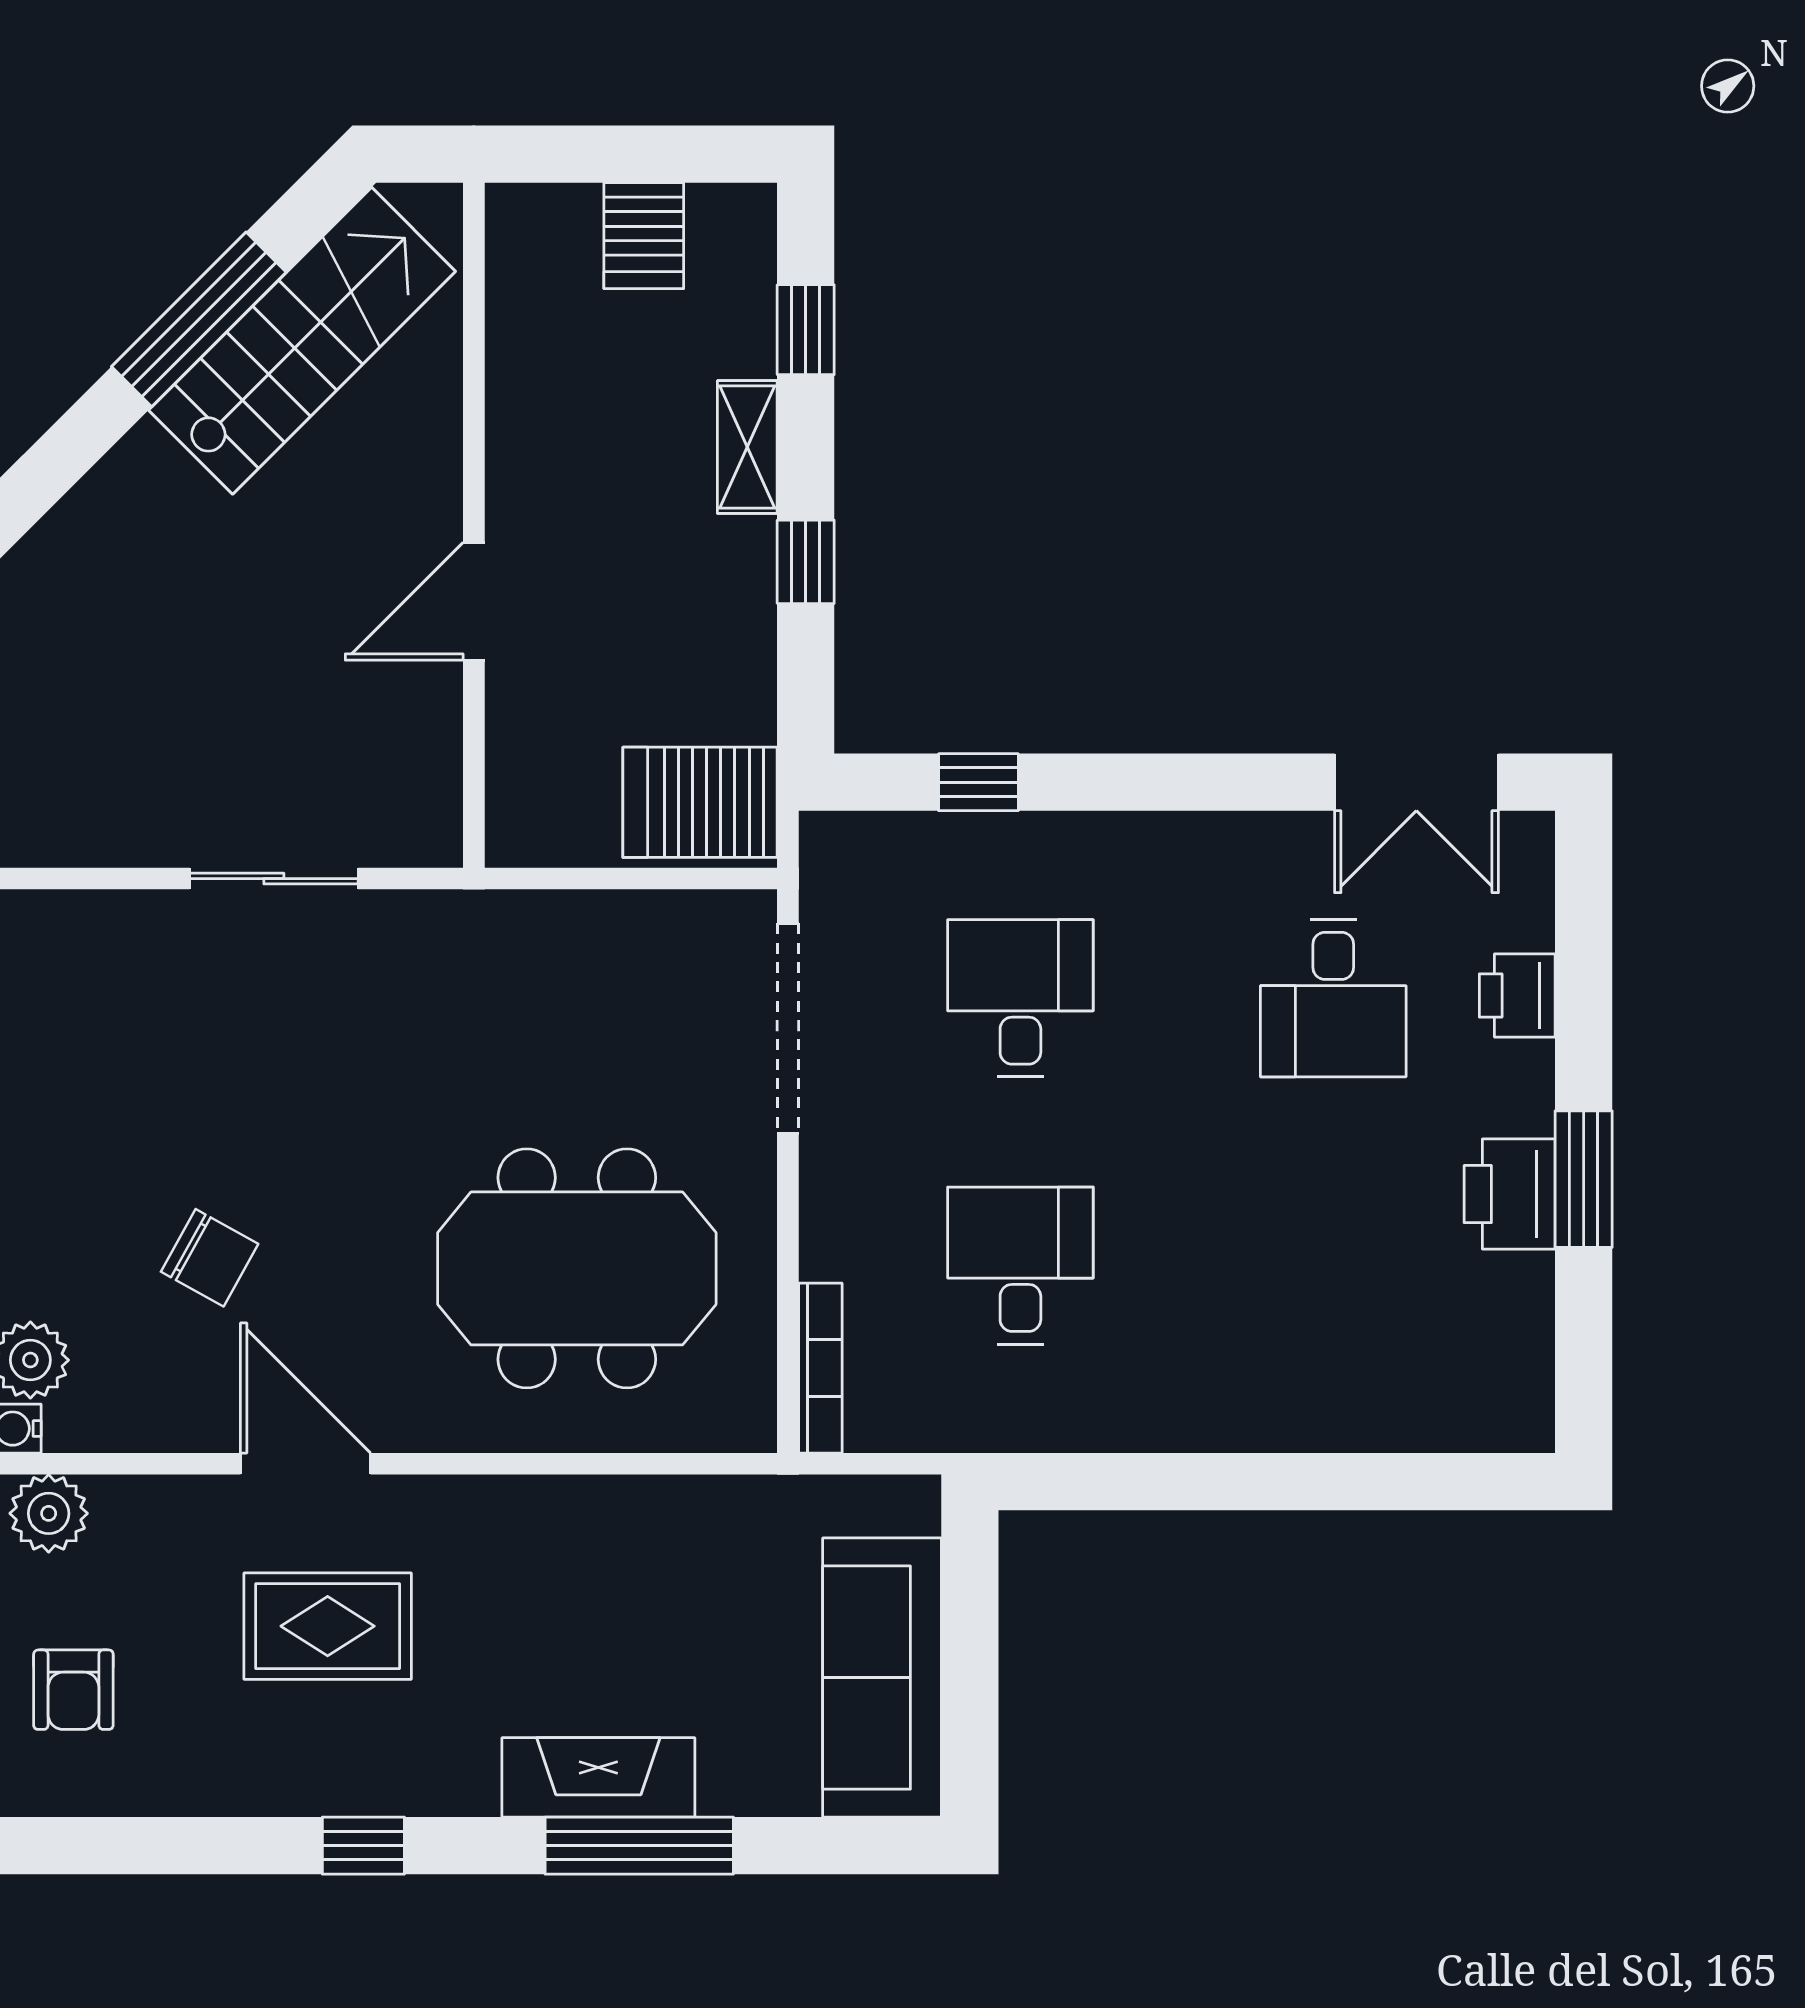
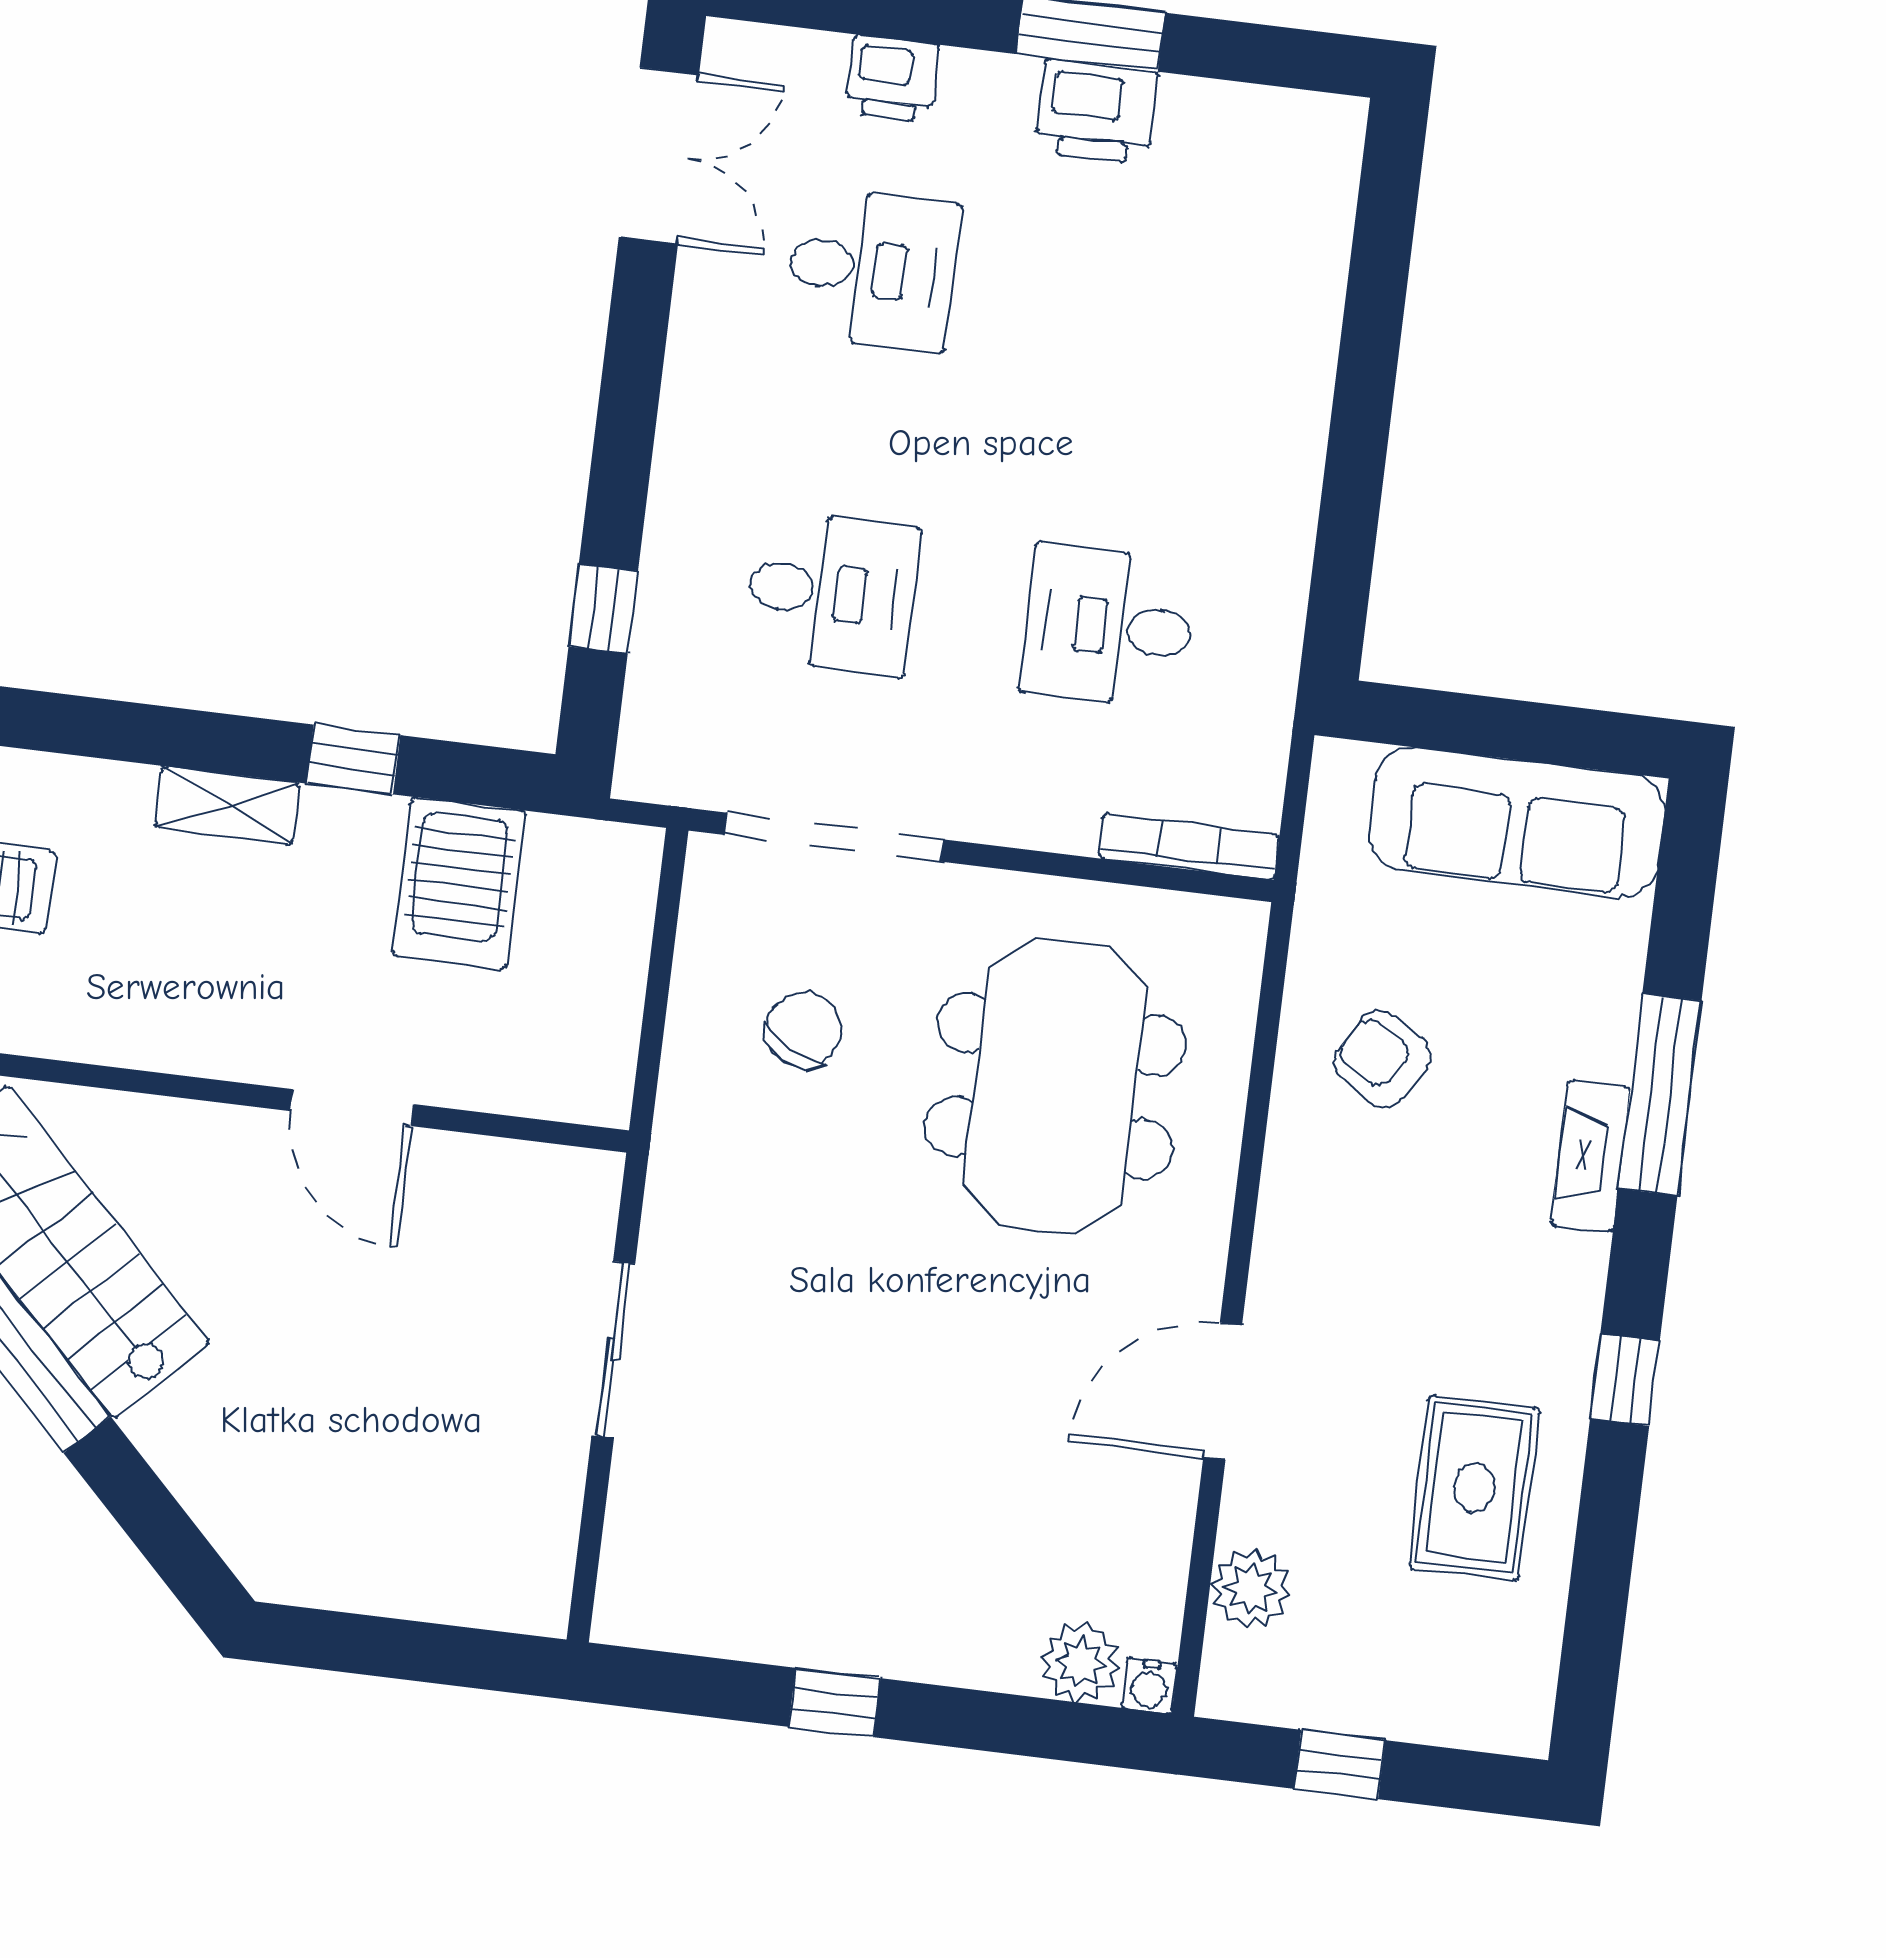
window: (806, 330) -> (113, 730), removed
server rack: (700, 802) -> (459, 883), moved
desk: (1020, 998) -> (832, 593), turned 180
chair: (210, 1258) -> (804, 1030), moved
plant: (49, 1513) -> (1250, 1589), moved
rug: (328, 1626) -> (1474, 1488), moved
armchair: (73, 1690) -> (1382, 1059), moved, turned -148
fireplace: (598, 1777) -> (1591, 1156), width x0.73, depth x0.76

